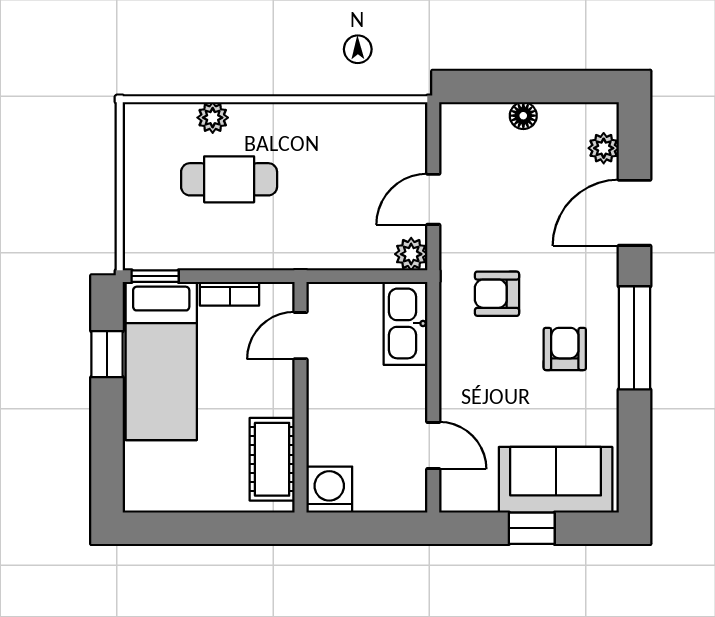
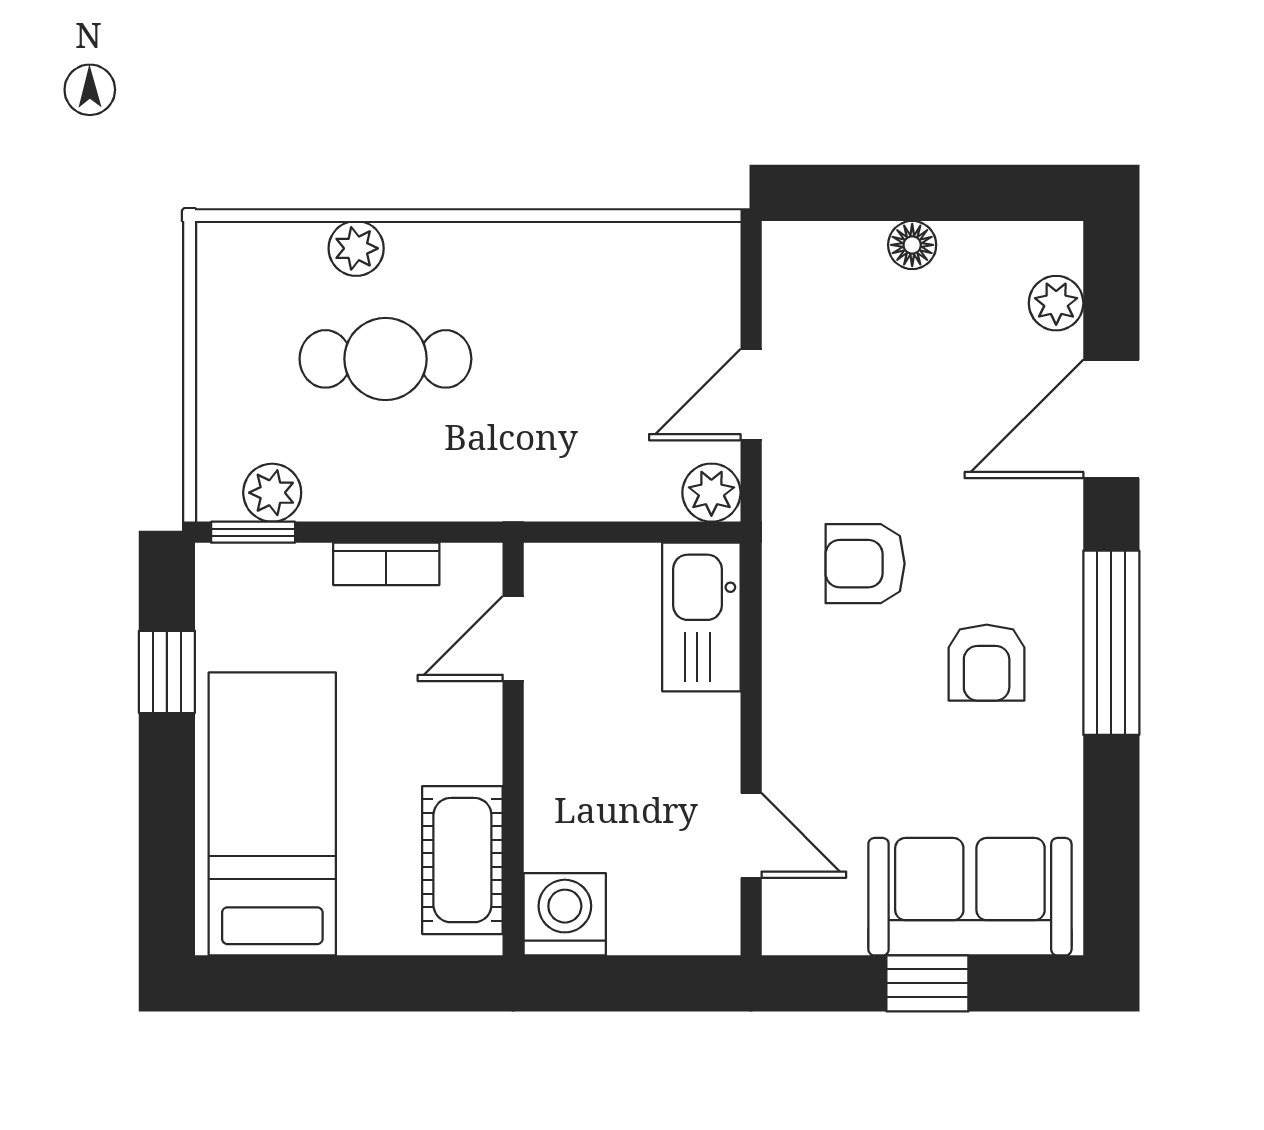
plant: (166, 254) -> (272, 493), added
armchair: (565, 349) -> (987, 663), turned 180
bed: (161, 361) -> (272, 814), moved, turned 180

